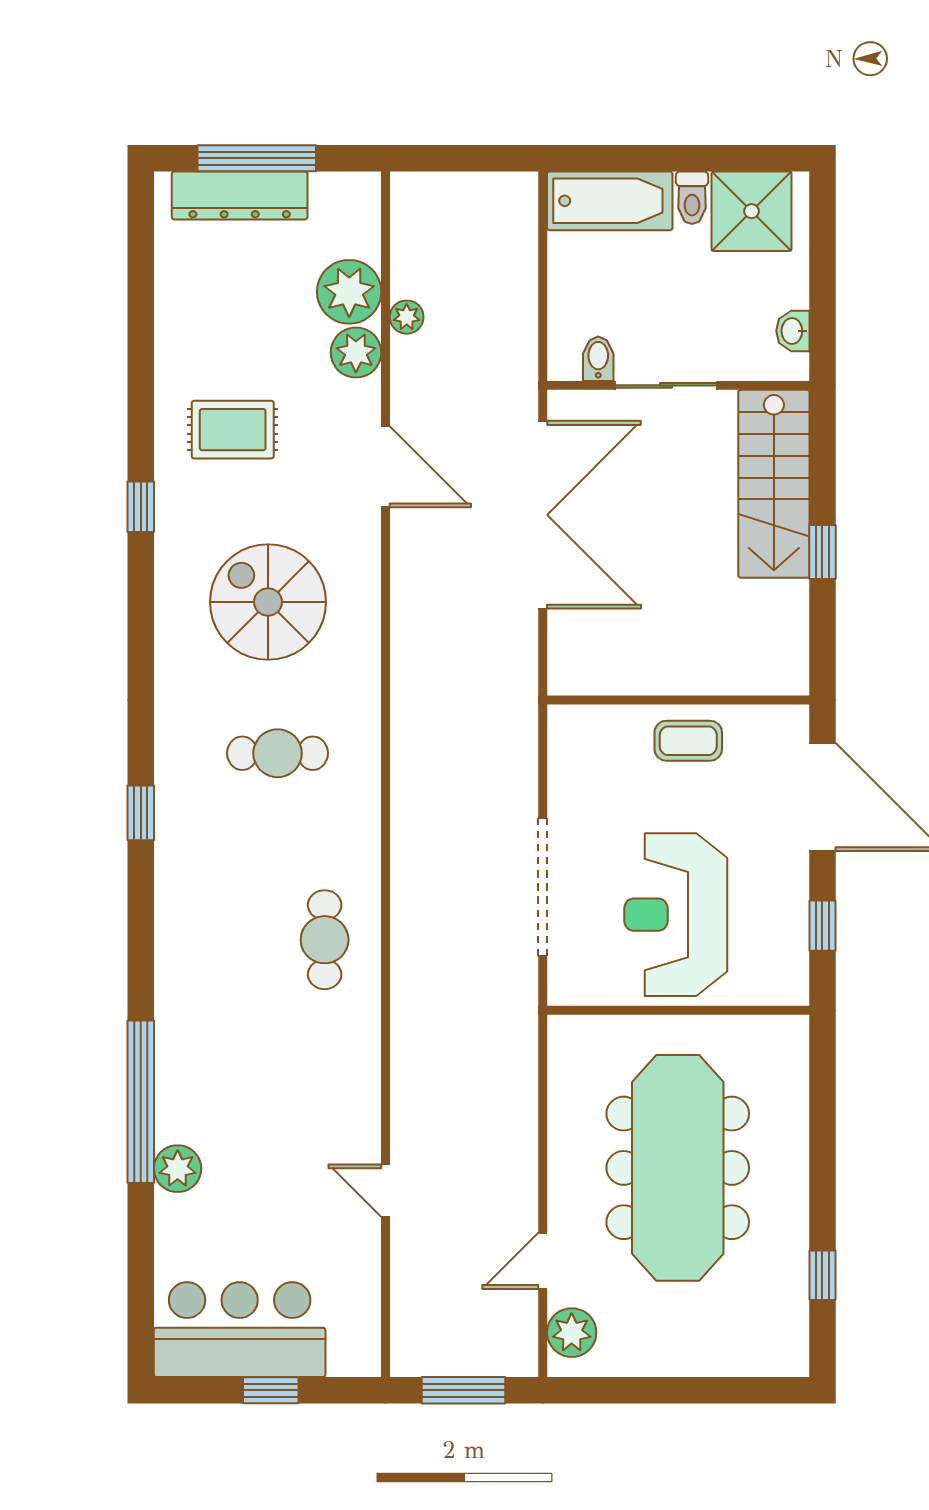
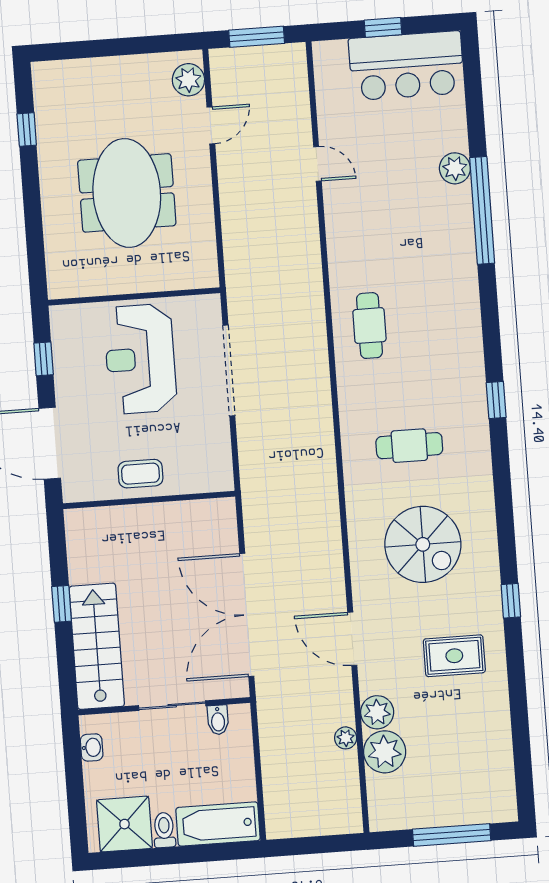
dresser: (240, 195) -> (461, 810), removed
reception desk: (676, 915) -> (140, 359), turned 180
meeting table: (678, 1168) -> (127, 193), width x0.73

